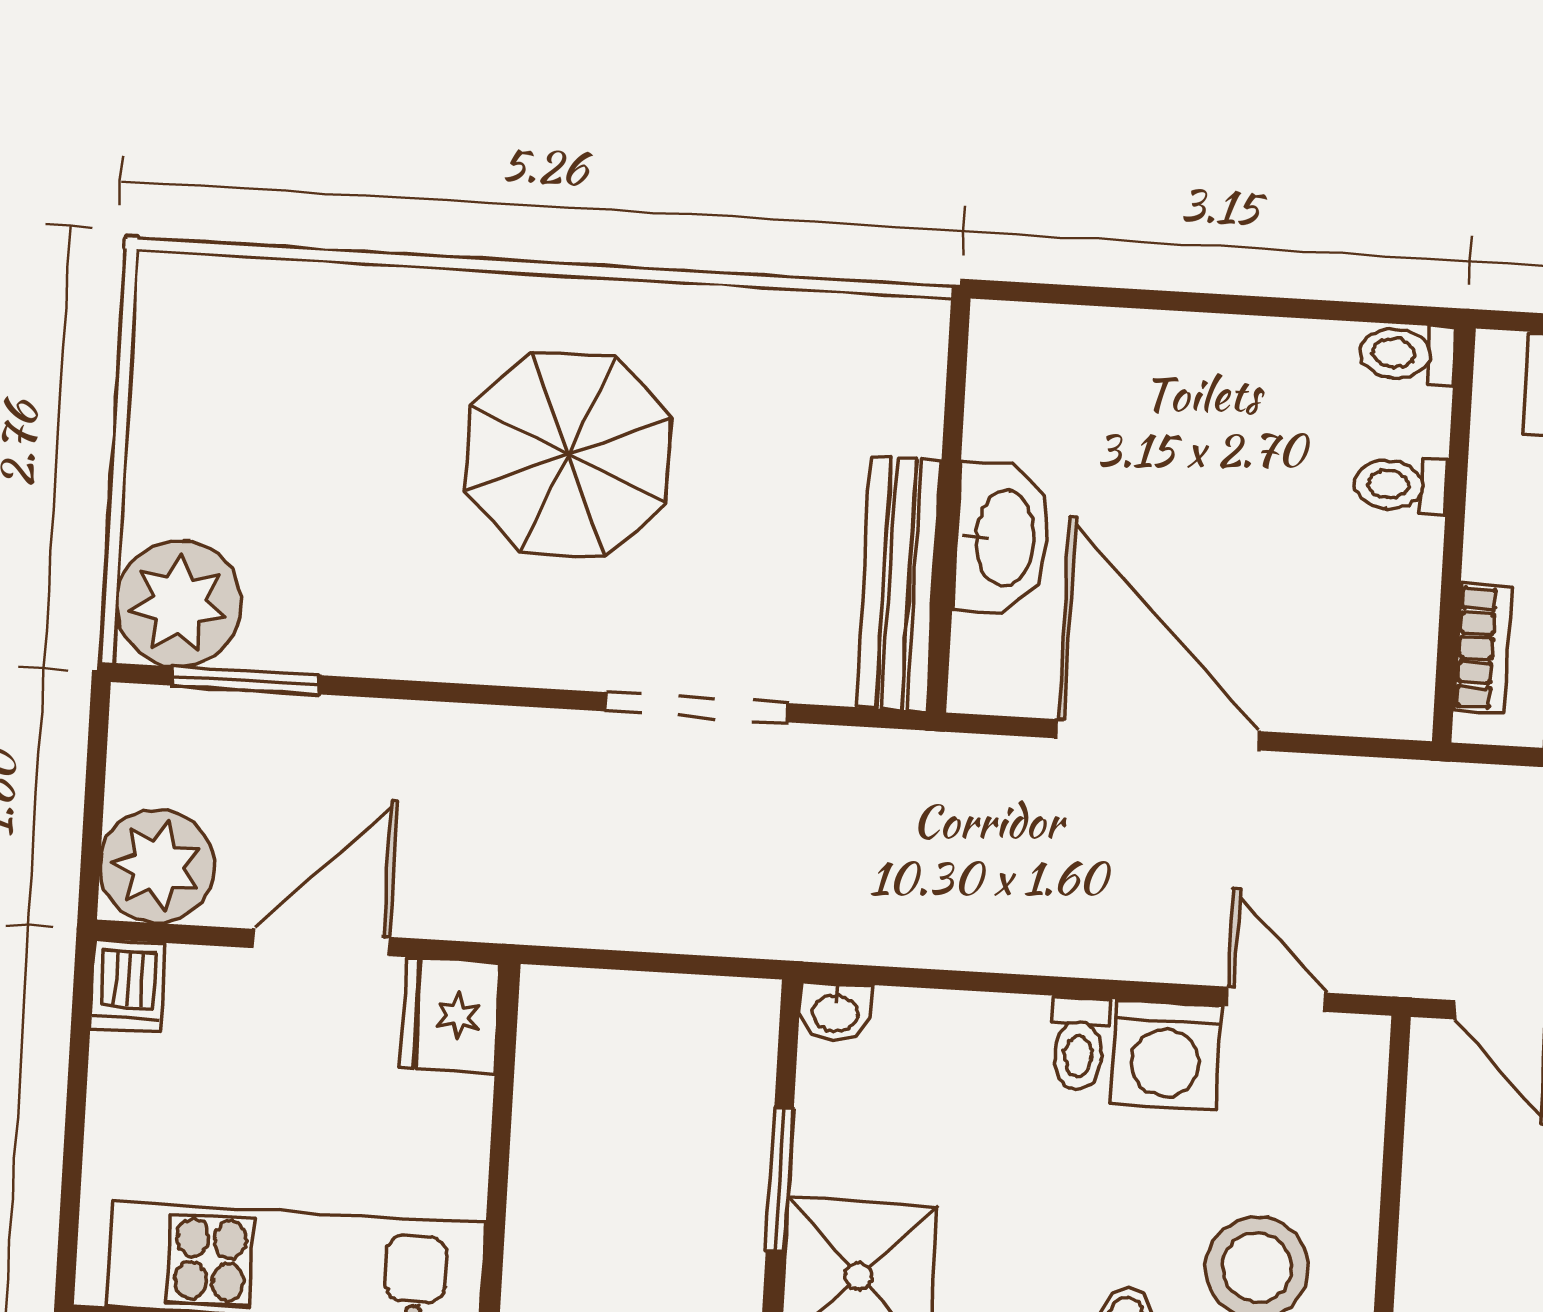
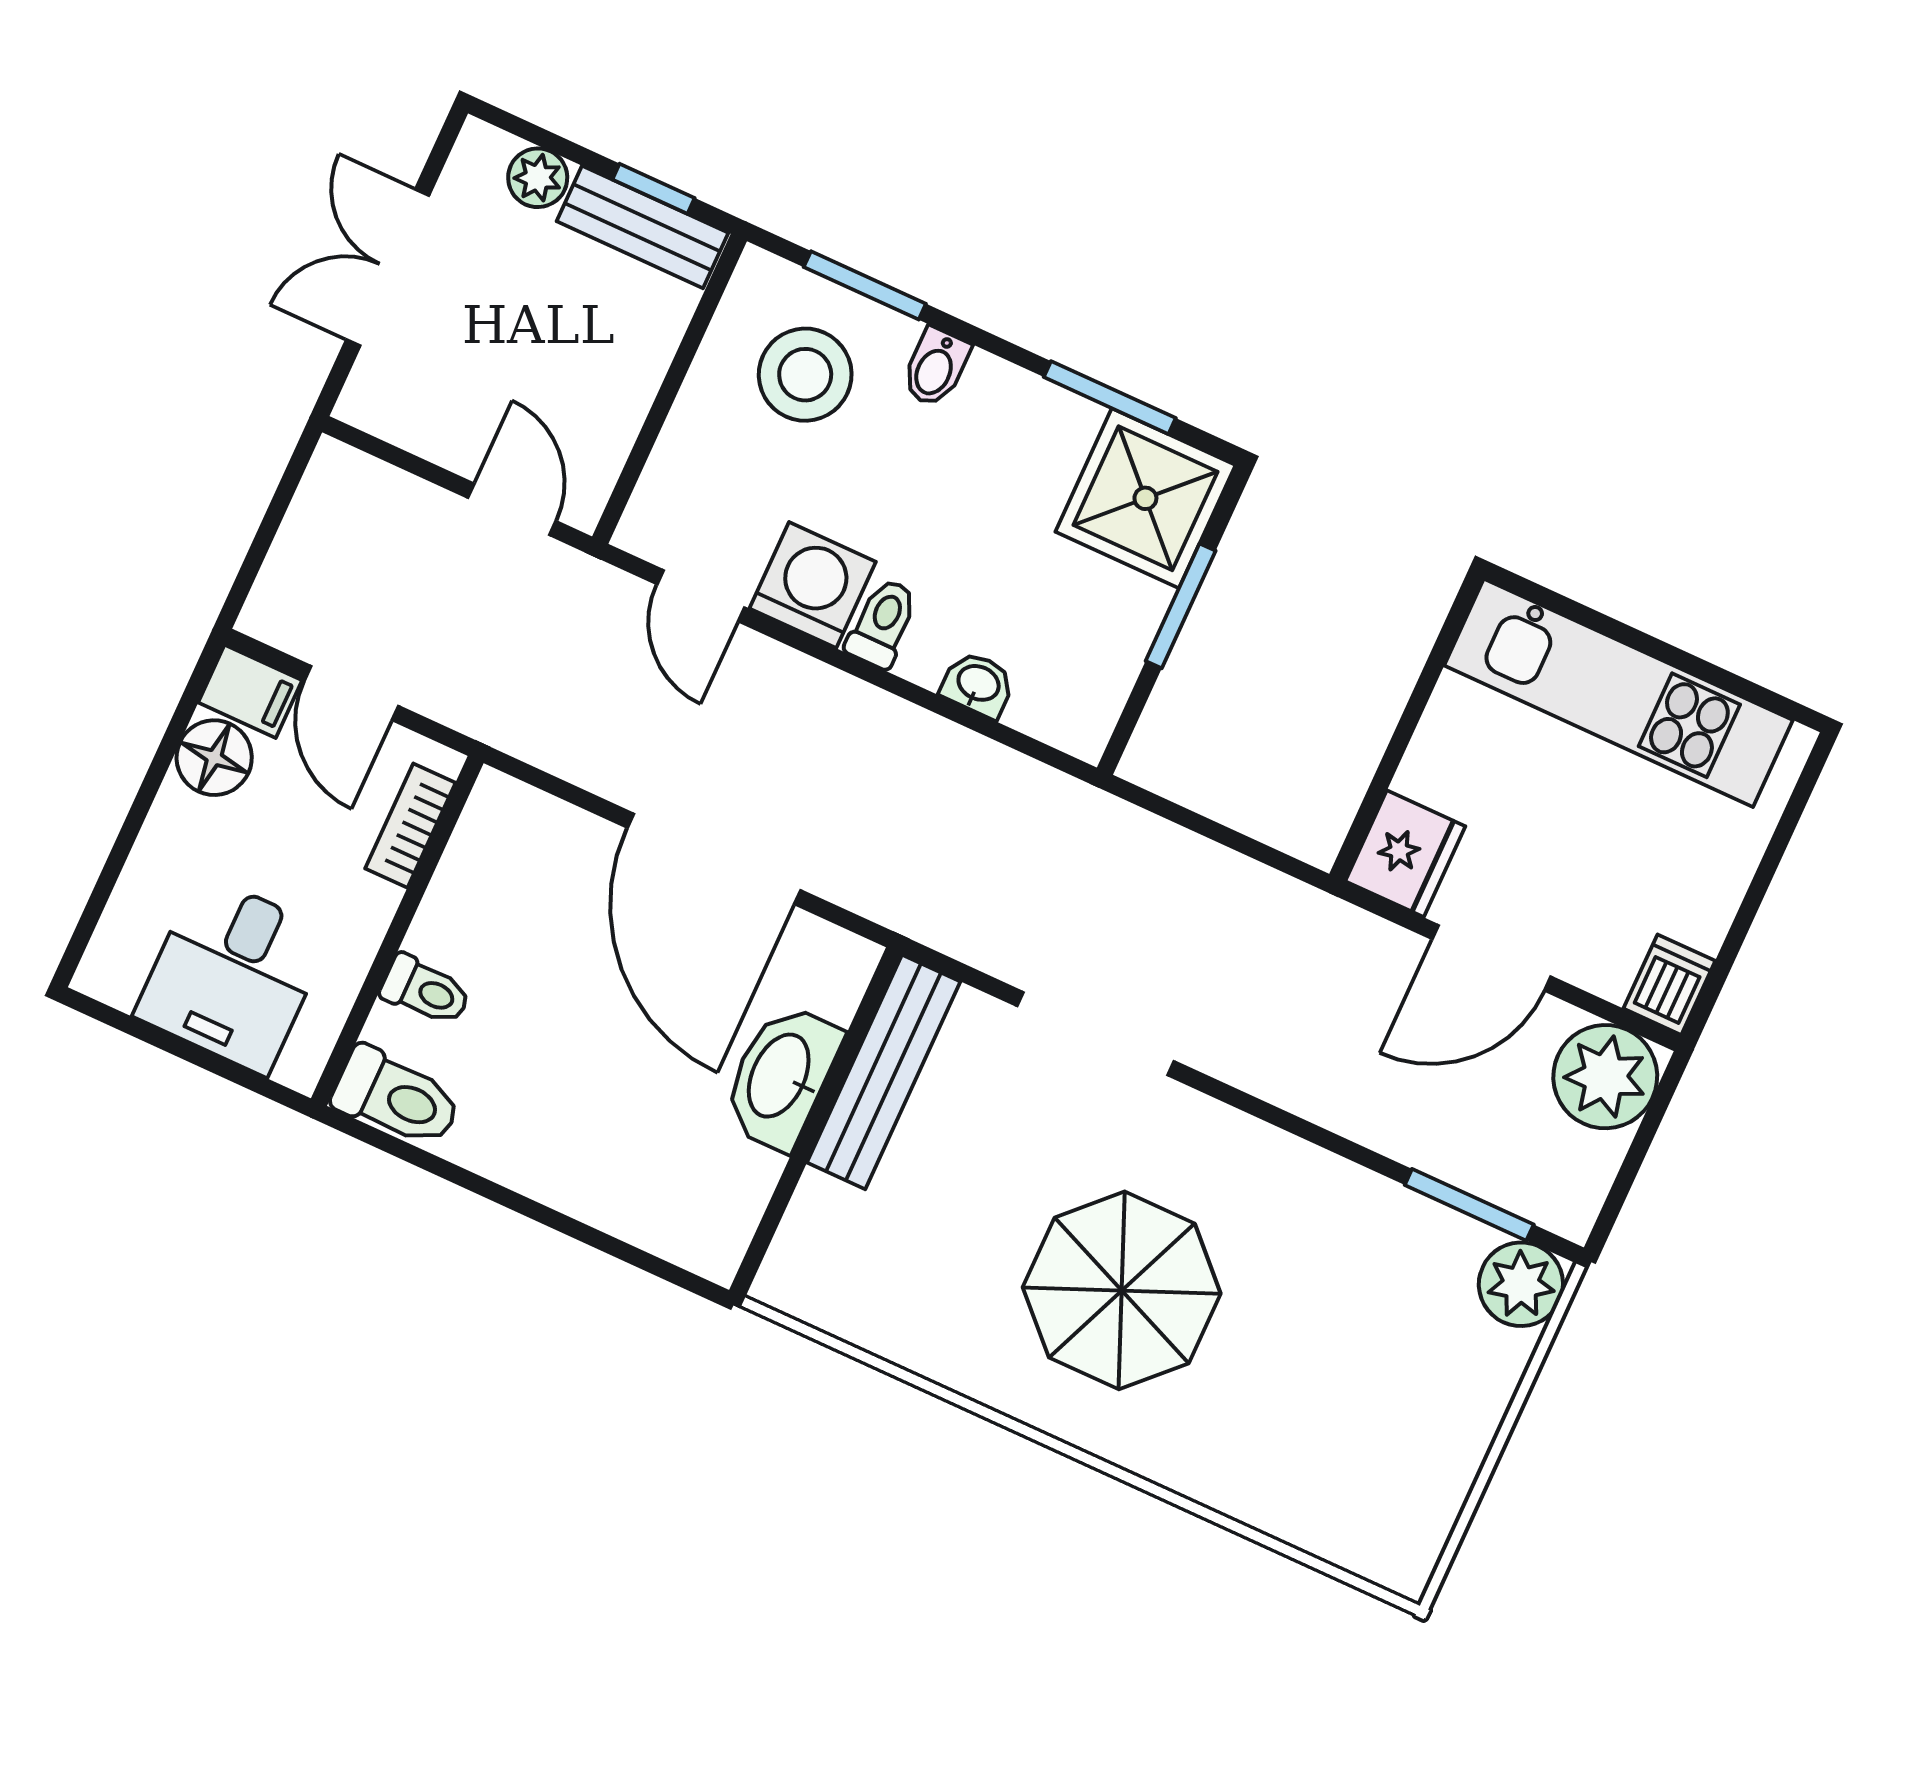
toilet: (1407, 354) -> (397, 1098), width x1.37, depth x1.39
plant: (179, 604) -> (1521, 1284), width x0.73, depth x0.73
washbasin: (835, 1012) -> (978, 684), moved

